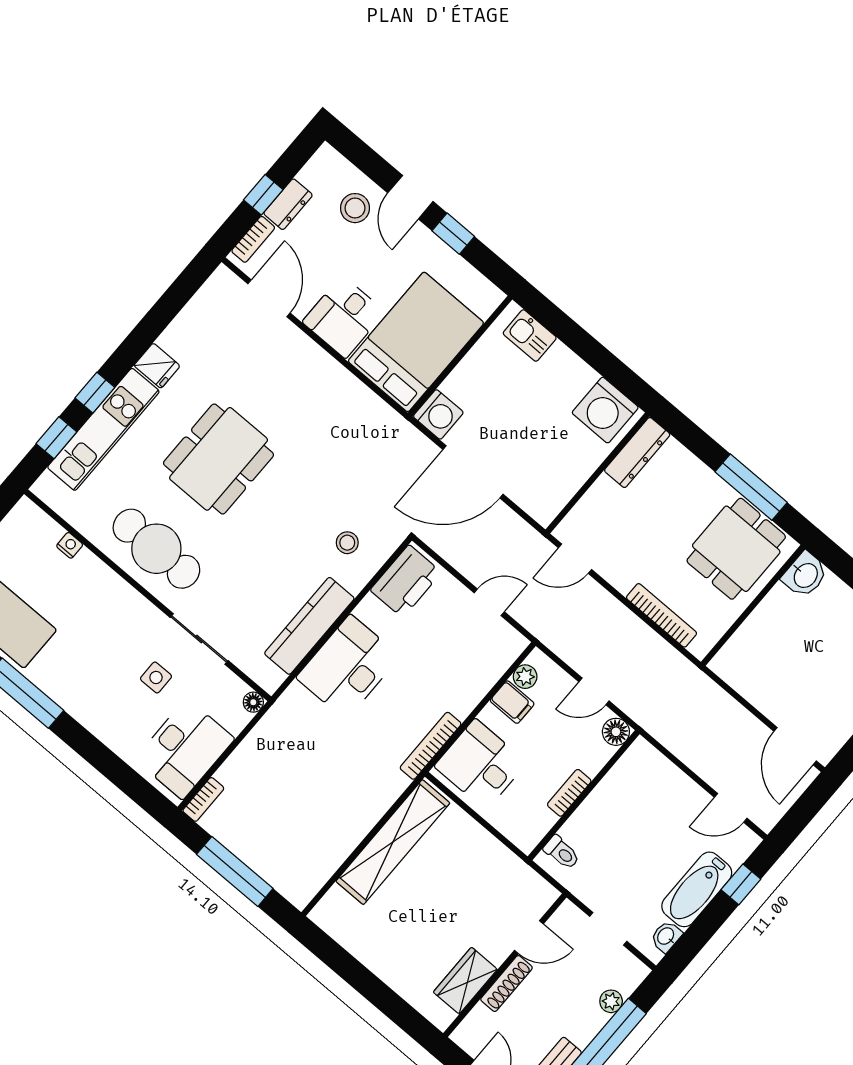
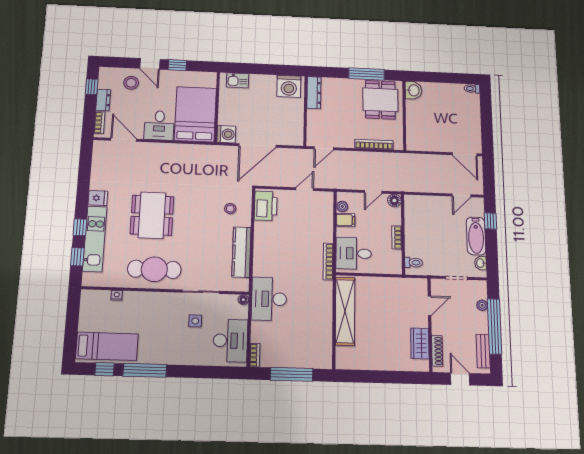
window: (263, 195) -> (92, 87), moved
desk: (348, 667) -> (269, 299), moved
shoe rack: (507, 984) -> (437, 351), moved

